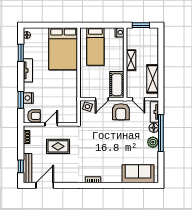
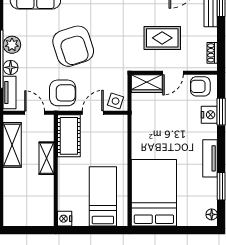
window: (141, 25) -> (31, 230), removed
shelving: (131, 60) -> (46, 158), moved
armchair: (121, 112) -> (63, 93), turned 90
wardrobe: (68, 118) -> (147, 84), added
armchair: (114, 141) -> (73, 46), added

